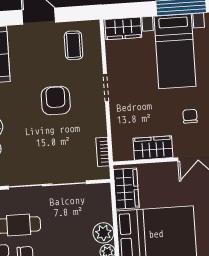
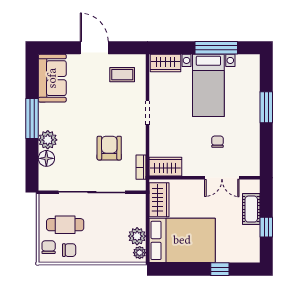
coffee table: (74, 45) -> (122, 75), turned 90
armchair: (56, 101) -> (109, 148), moved
wardrobe: (153, 148) -> (165, 167), moved

